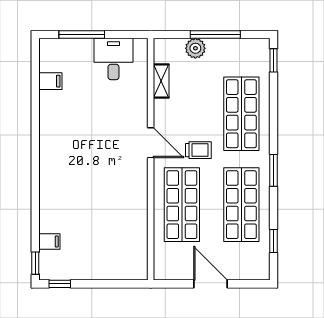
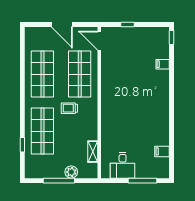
window: (273, 60) -> (22, 145), moved
door: (151, 143) -> (99, 41), moved
window: (273, 170) -> (22, 96), removed
filing cabinet: (49, 241) -> (163, 64), moved
window: (273, 241) -> (22, 51), removed
window: (60, 284) -> (127, 25), moved

